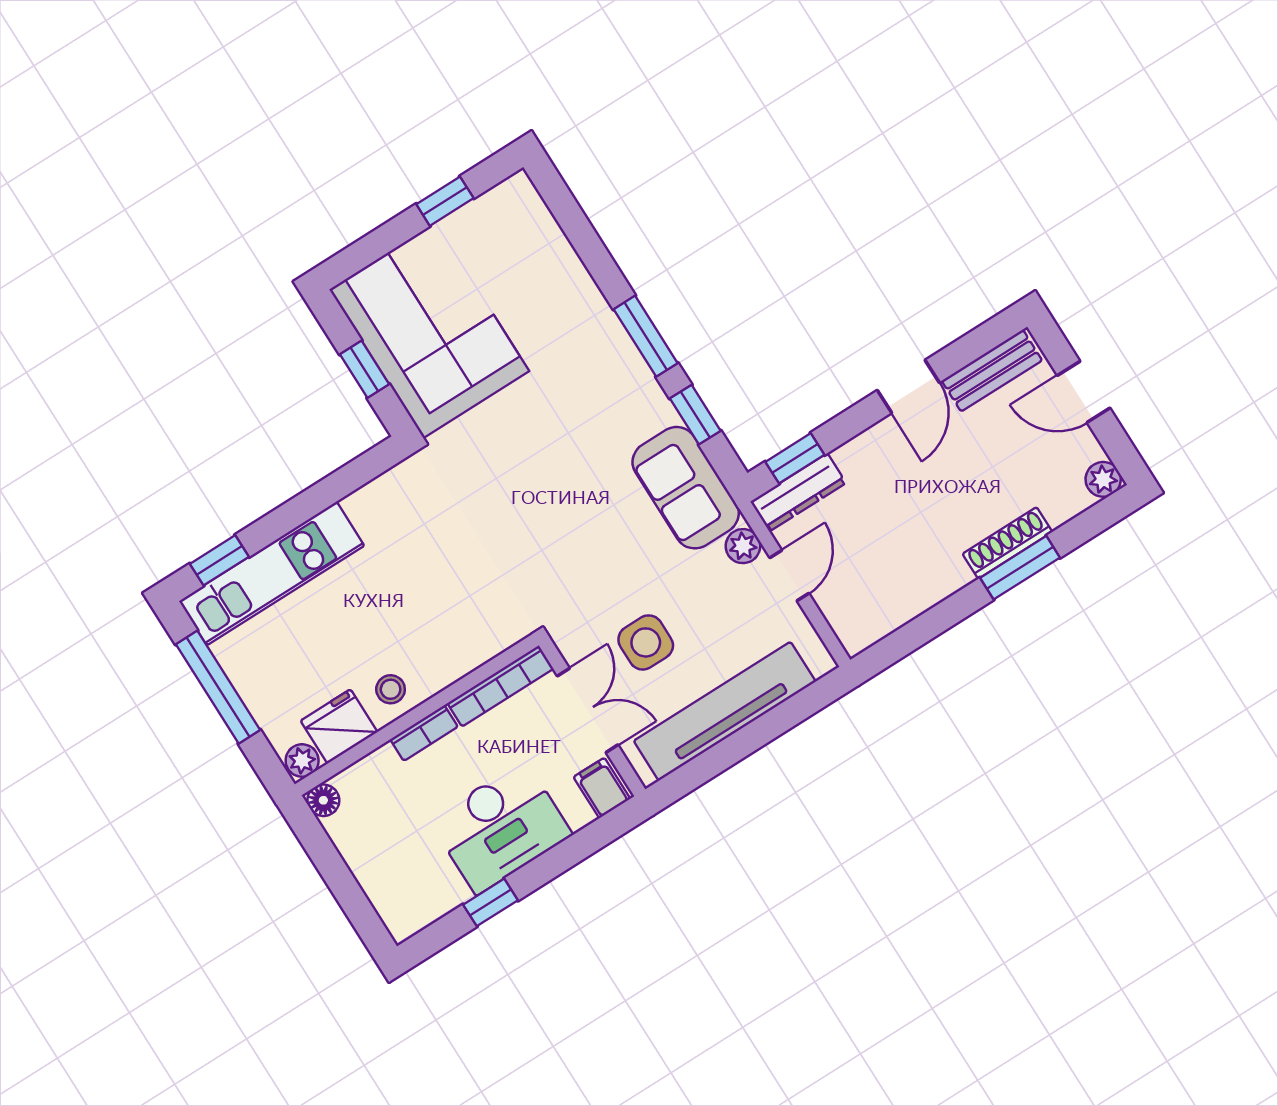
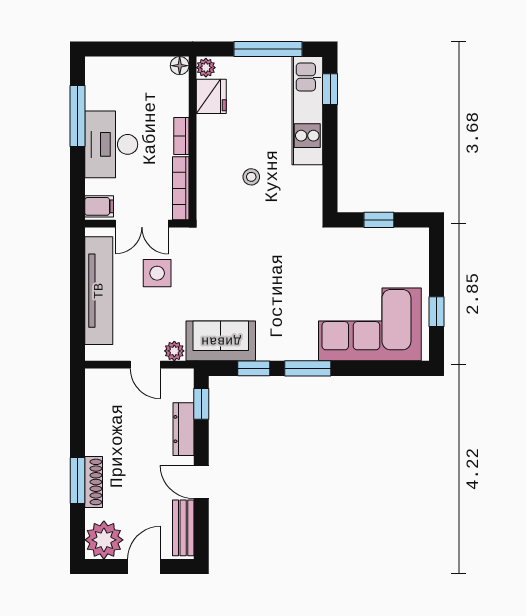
corner sofa: (429, 330) -> (370, 324), moved, turned 180
plant: (1103, 479) -> (104, 540), width x1.88, depth x1.88
dresser: (798, 492) -> (183, 429), moved
stool: (391, 689) -> (251, 177), moved
window: (490, 902) -> (77, 116), width x2.17

